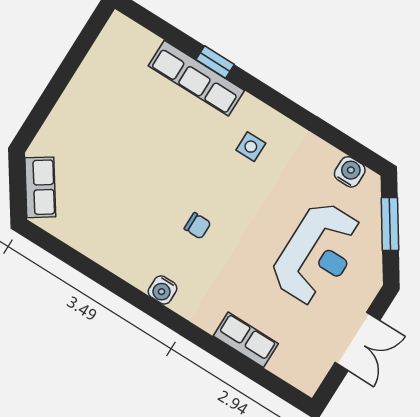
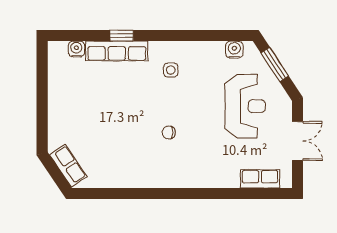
chair: (198, 226) -> (169, 132), turned 180
water cooler: (163, 290) -> (76, 49), moved, turned 180
row of seats: (246, 340) -> (260, 179), moved

